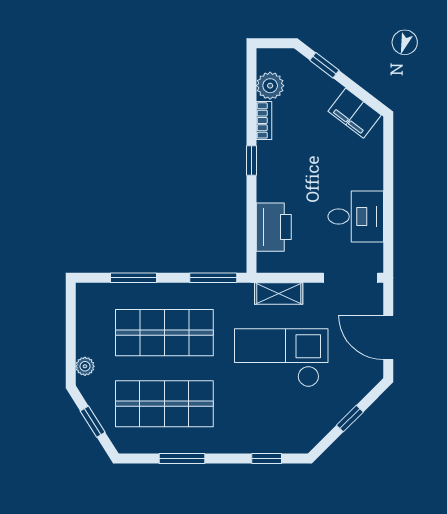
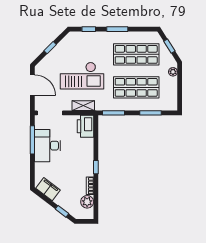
desk: (356, 217) -> (48, 146), width x1.37
window: (388, 219) -> (32, 140), added
printer: (274, 227) -> (85, 126), moved
window: (182, 459) -> (117, 29), moved

